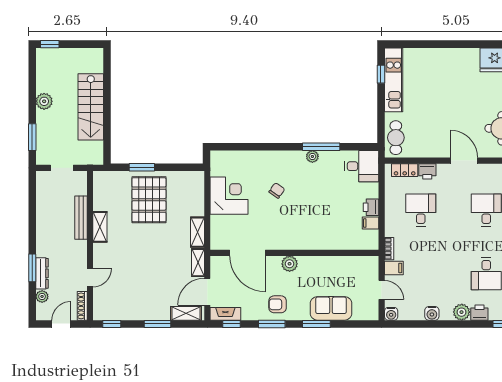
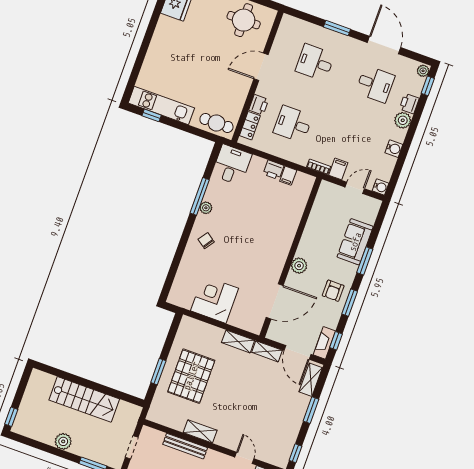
chair: (277, 191) -> (206, 241), moved
pallet: (149, 200) -> (191, 376), turned 90

